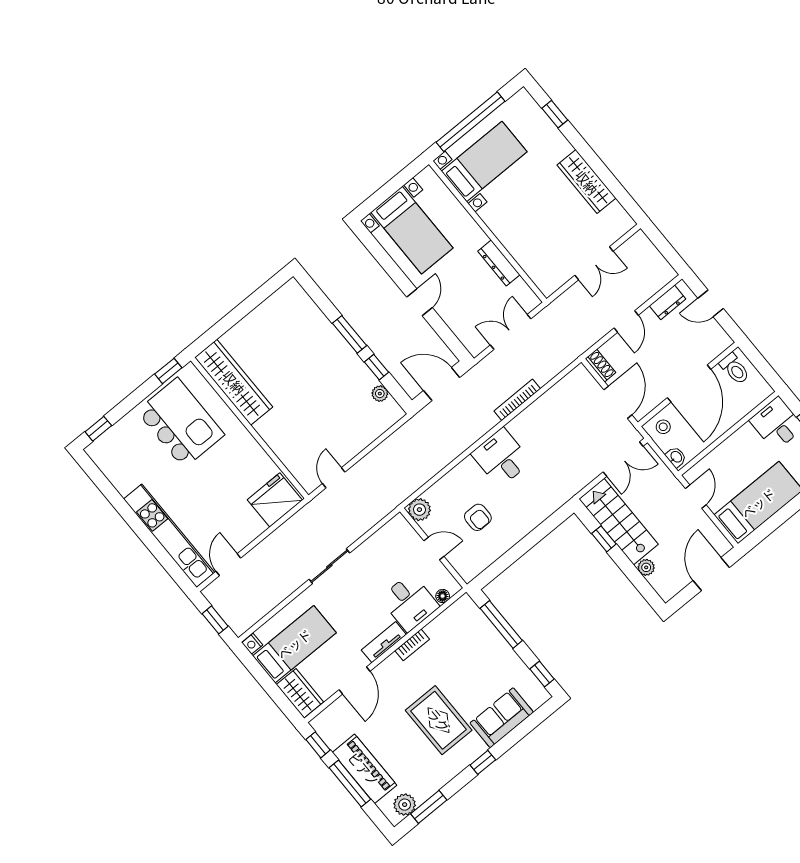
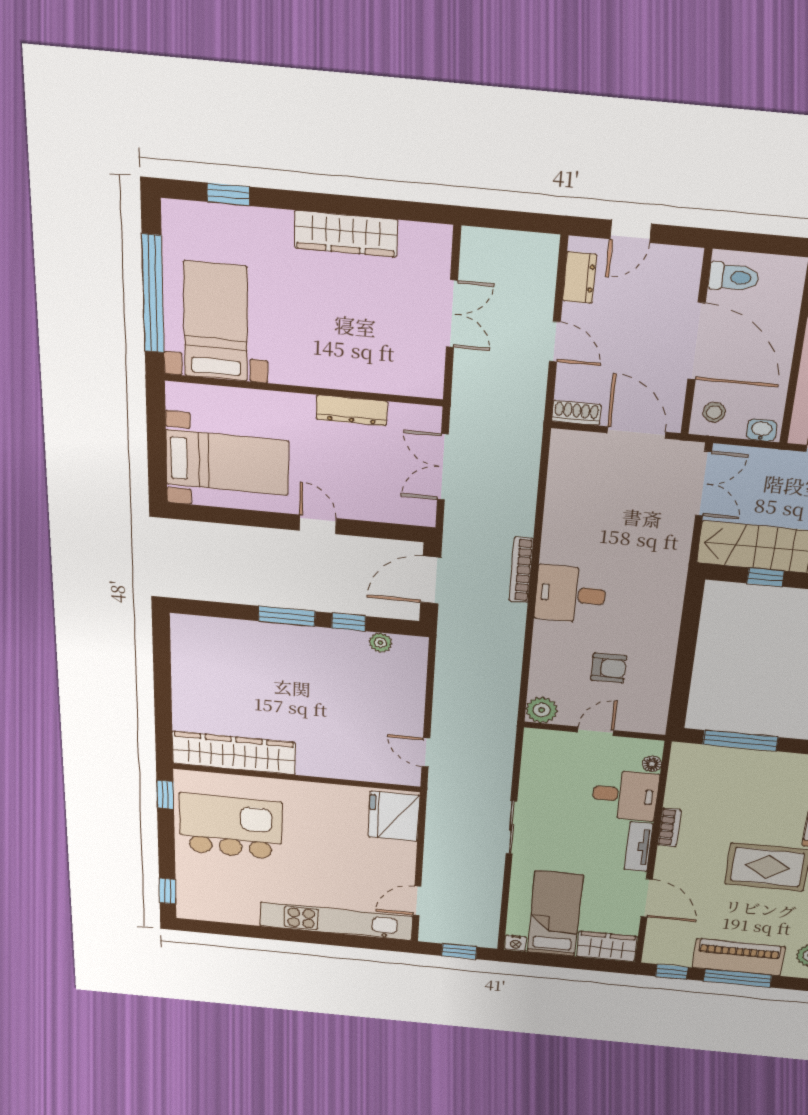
bookcase: (517, 400) -> (521, 570), moved
door: (228, 565) -> (417, 901), hinge flipped

